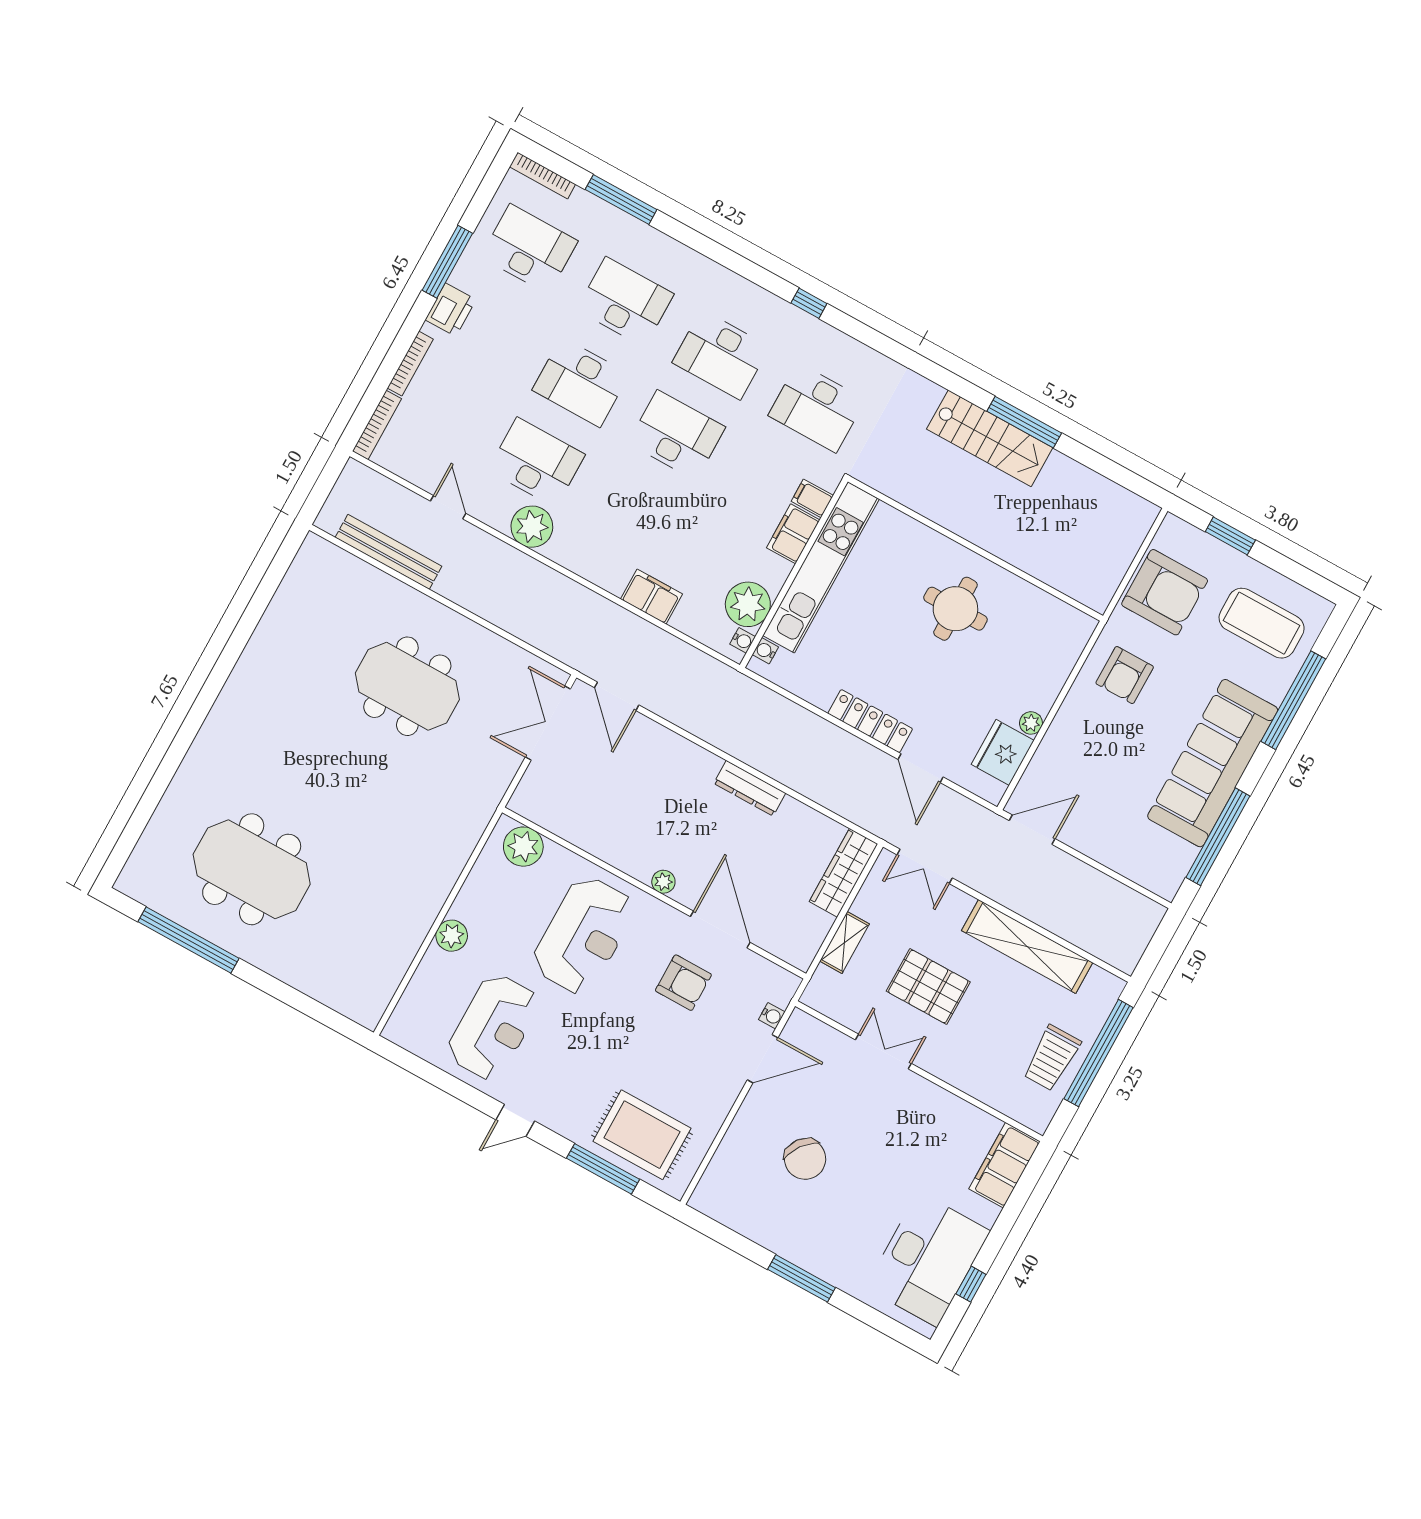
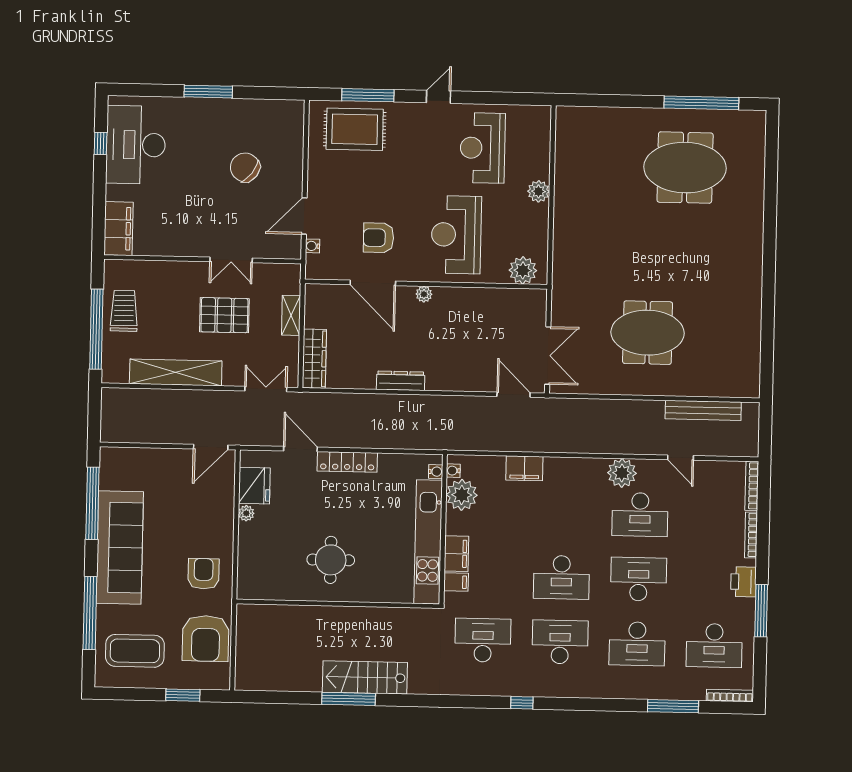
armchair: (1165, 592) -> (206, 638), turned -90

